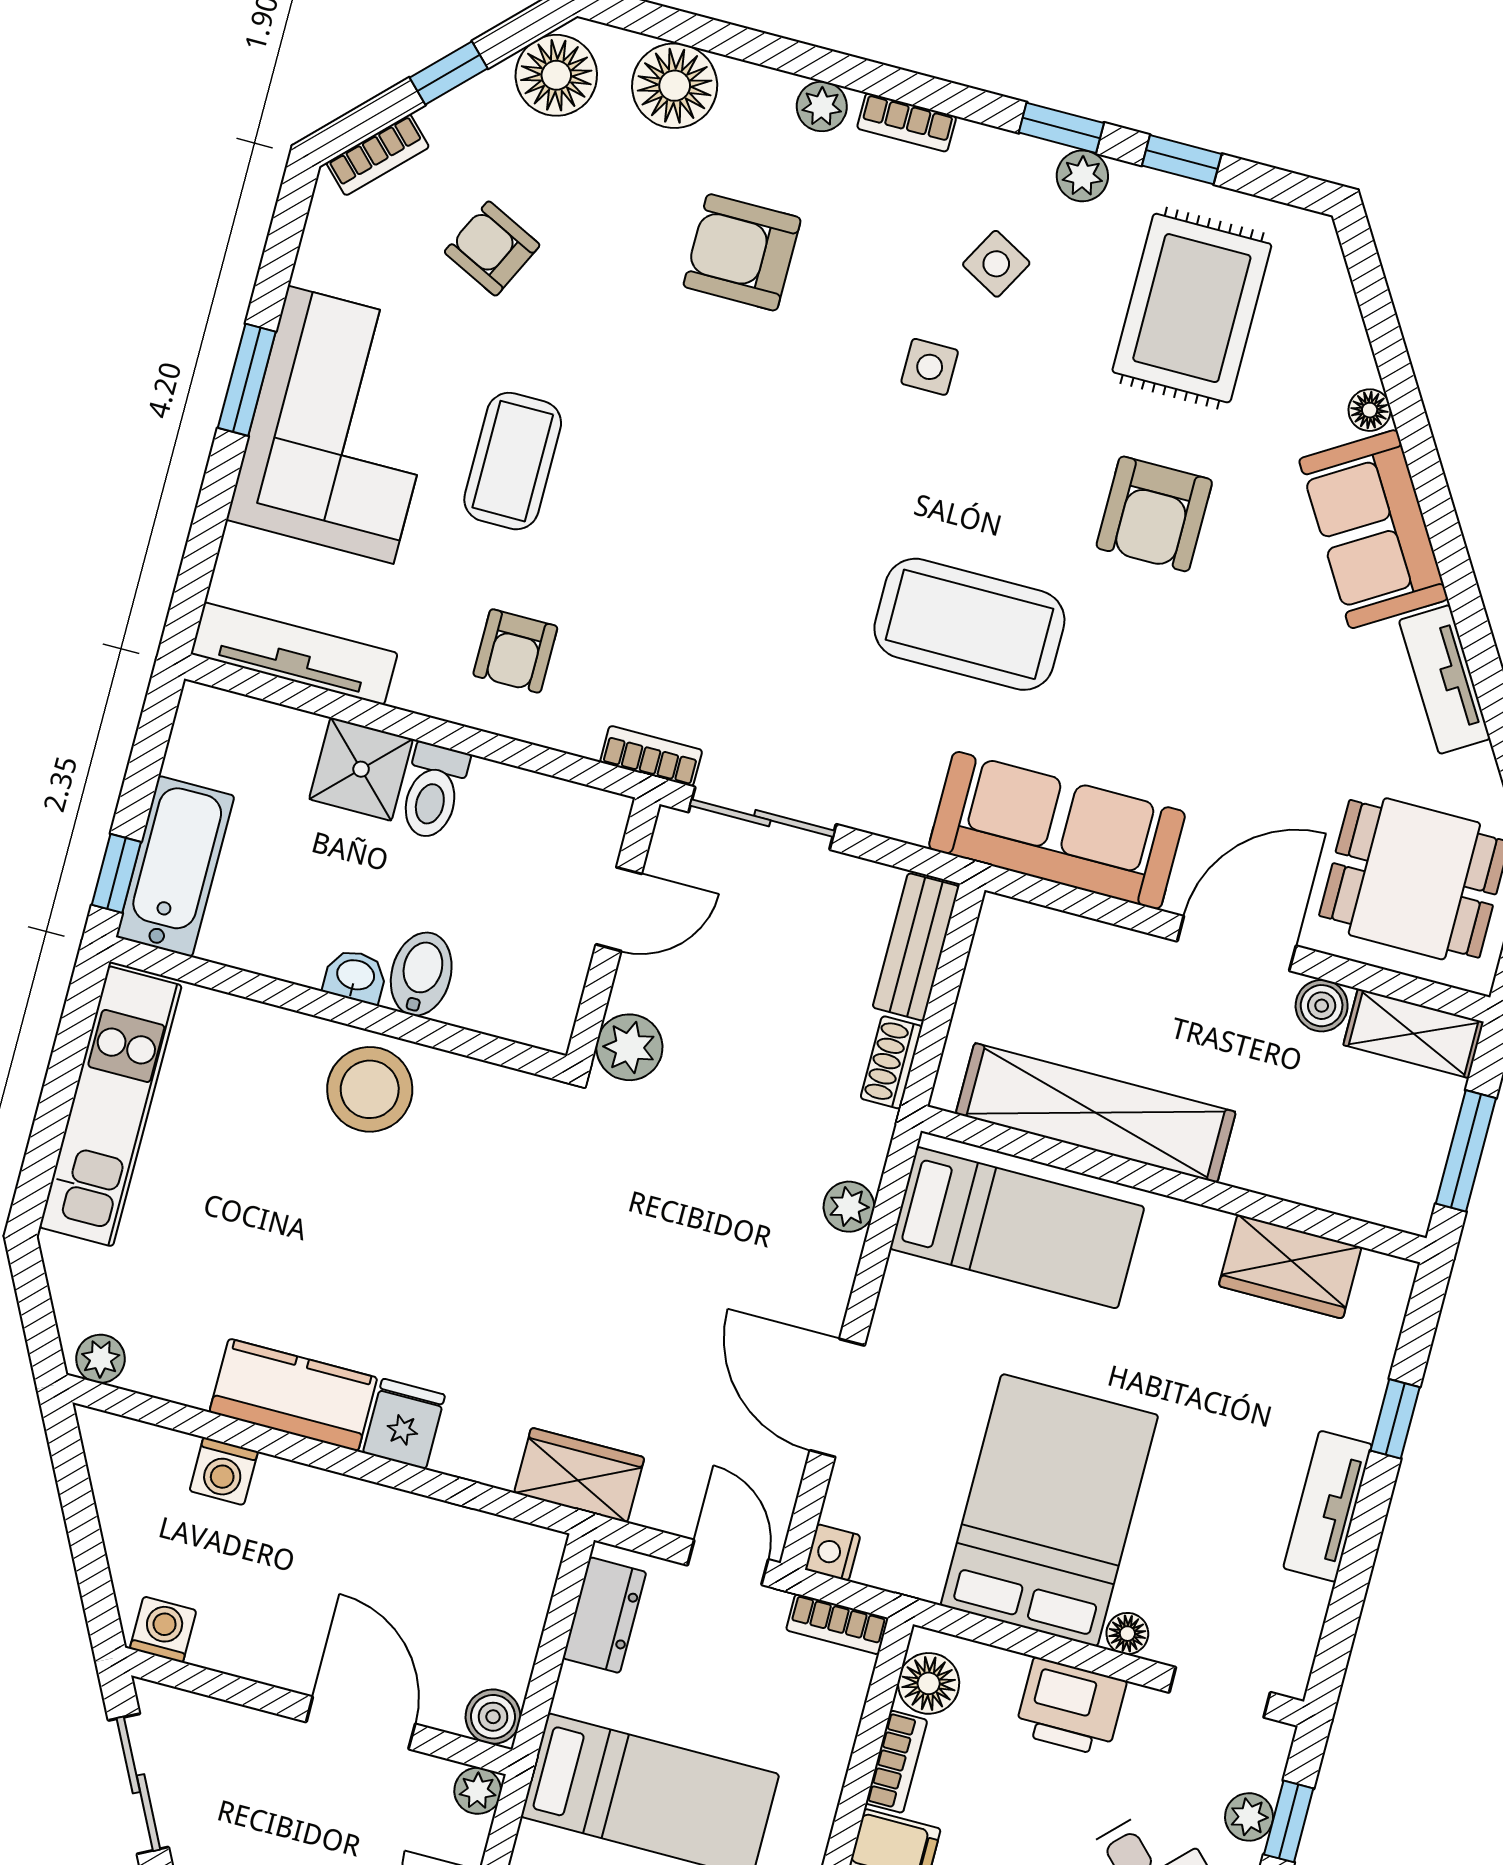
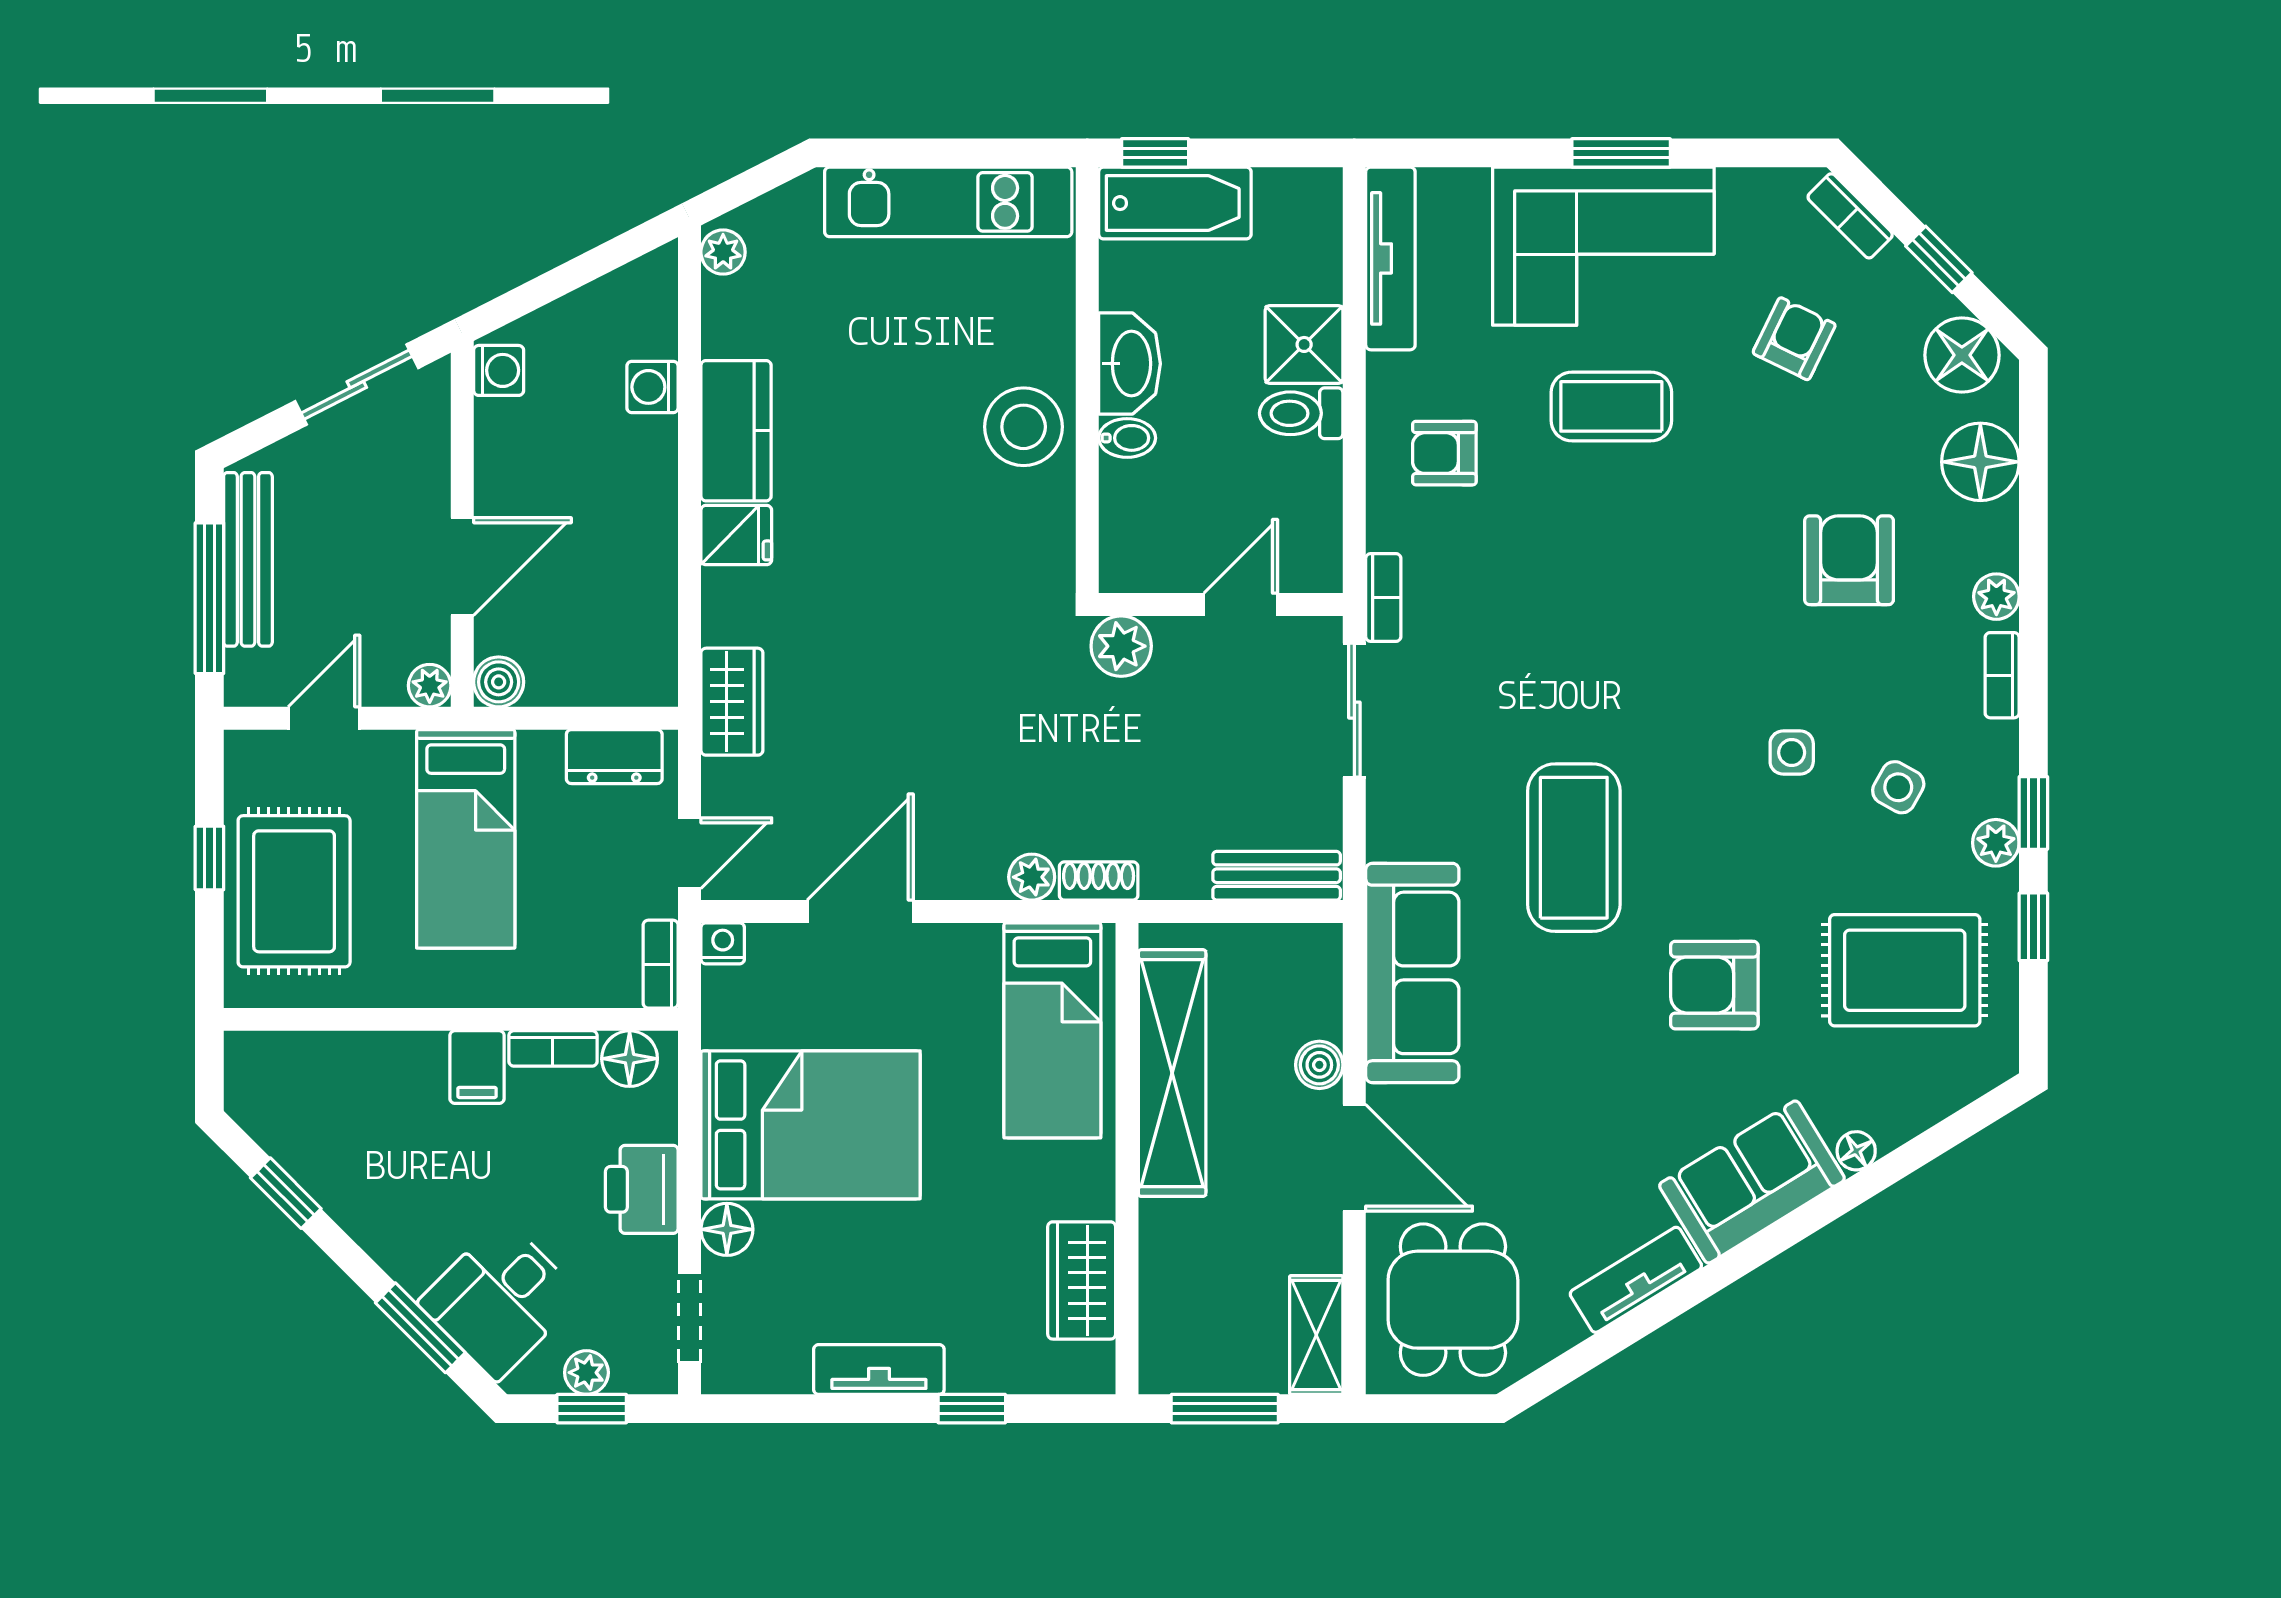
door: (619, 909) -> (1241, 605), swing flipped
bidet: (421, 974) -> (1127, 438), width x0.72, depth x0.74
washbasin: (355, 976) -> (1130, 364), width x1.91, depth x1.45
boiler: (1322, 1006) -> (1319, 1065), moved
shoe rack: (891, 1062) -> (1099, 881), moved
floor lamp: (1127, 1634) -> (727, 1229), width x1.37, depth x1.37

